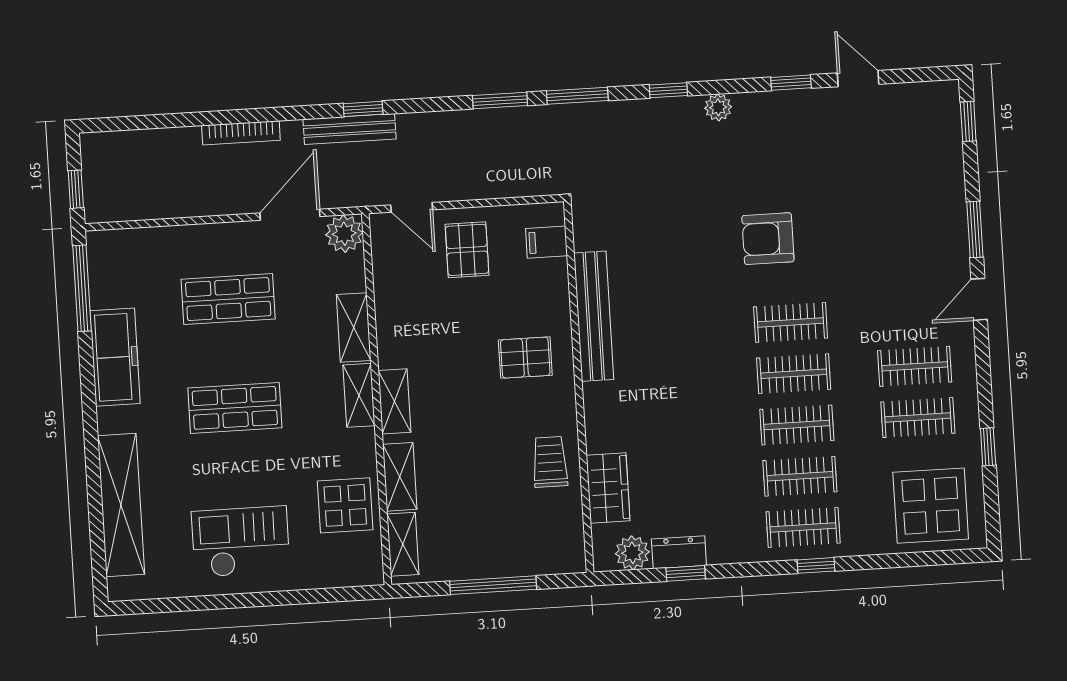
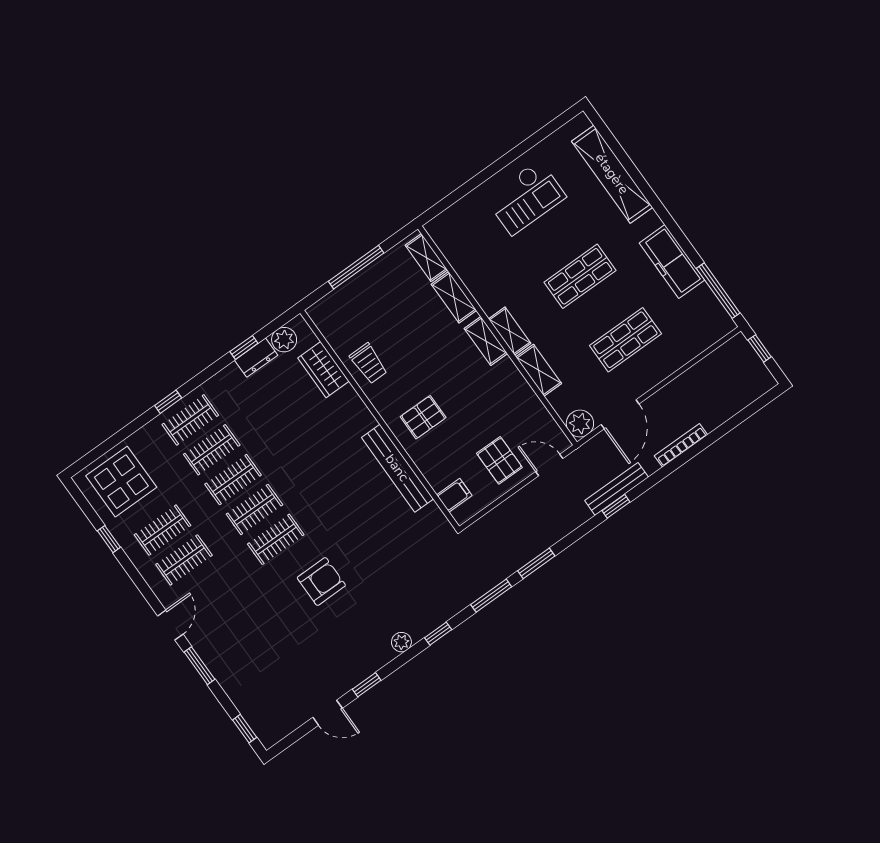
display table: (345, 505) -> (476, 259), removed

